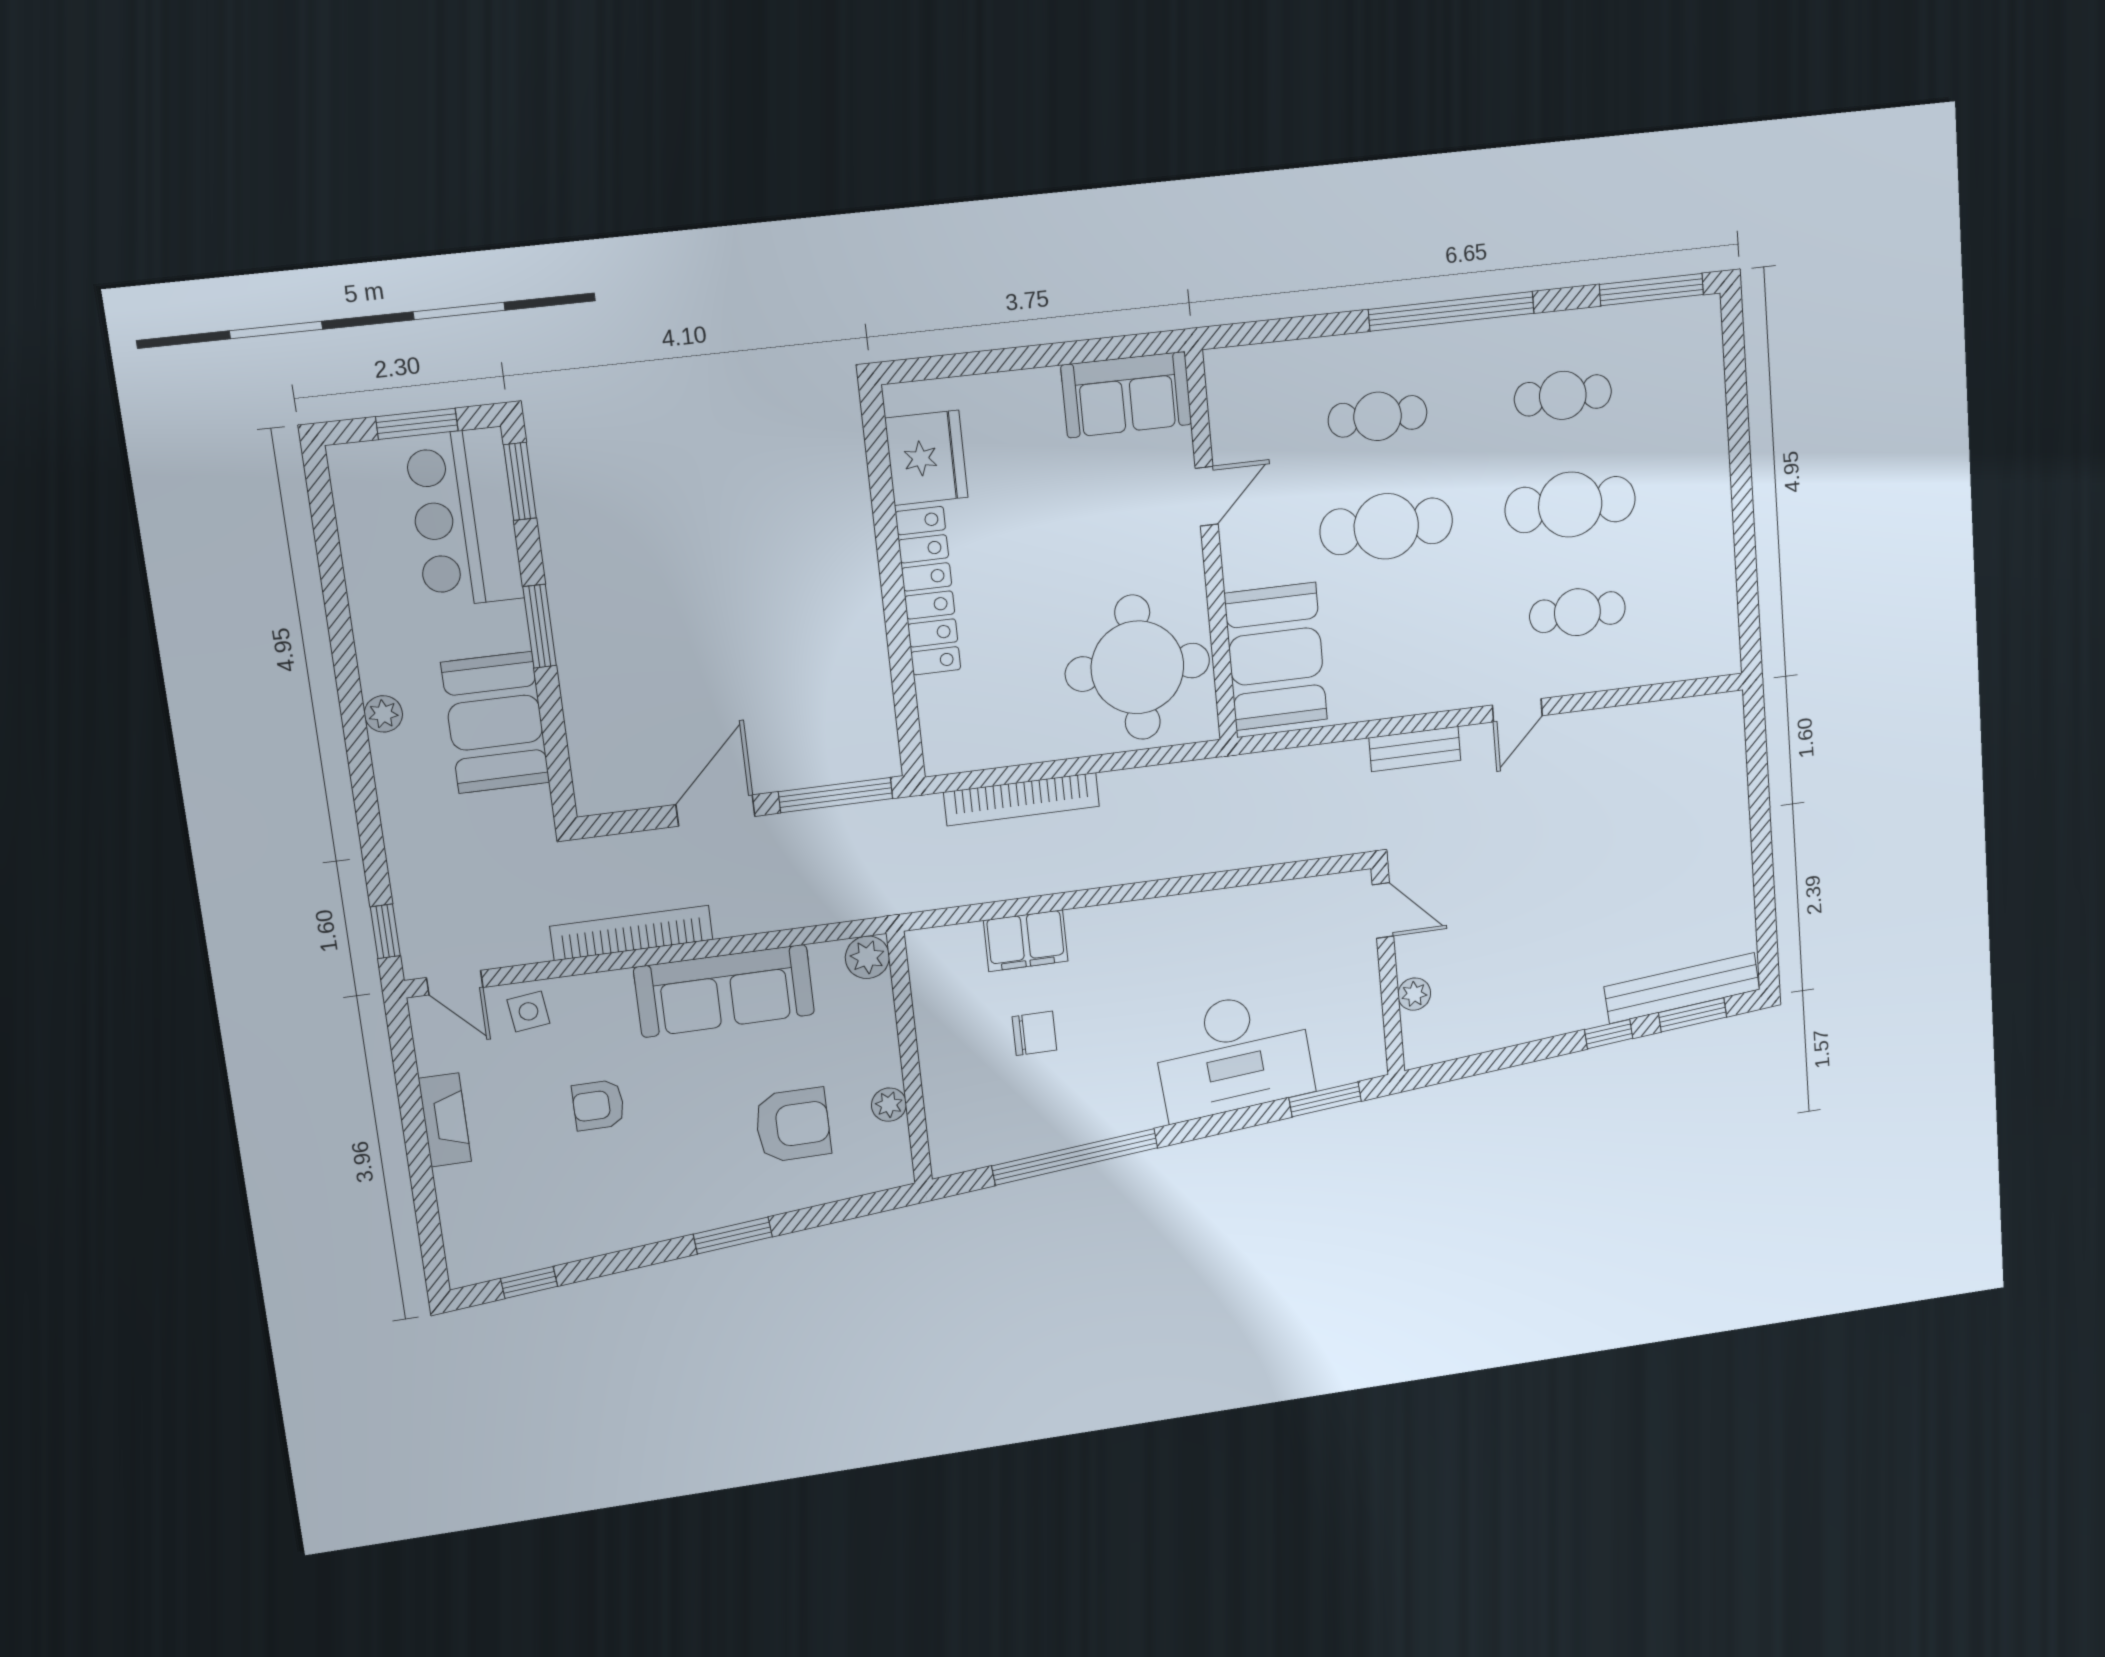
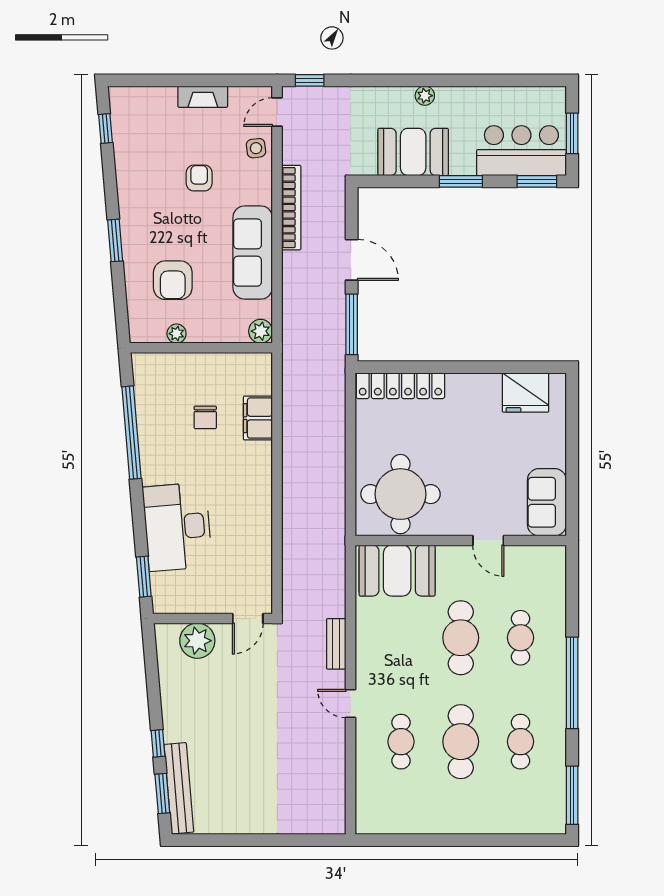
locker: (928, 591) -> (400, 386), moved
bookcase: (1022, 799) -> (336, 424), removed
plant: (1414, 994) -> (197, 641), width x1.88, depth x1.88

